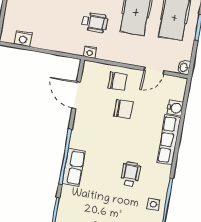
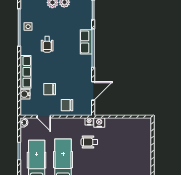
nightstand: (23, 38) -> (99, 123), moved
door: (154, 71) -> (44, 117), swing flipped
door: (76, 95) -> (93, 91), hinge flipped
chair: (123, 109) -> (50, 89), moved

